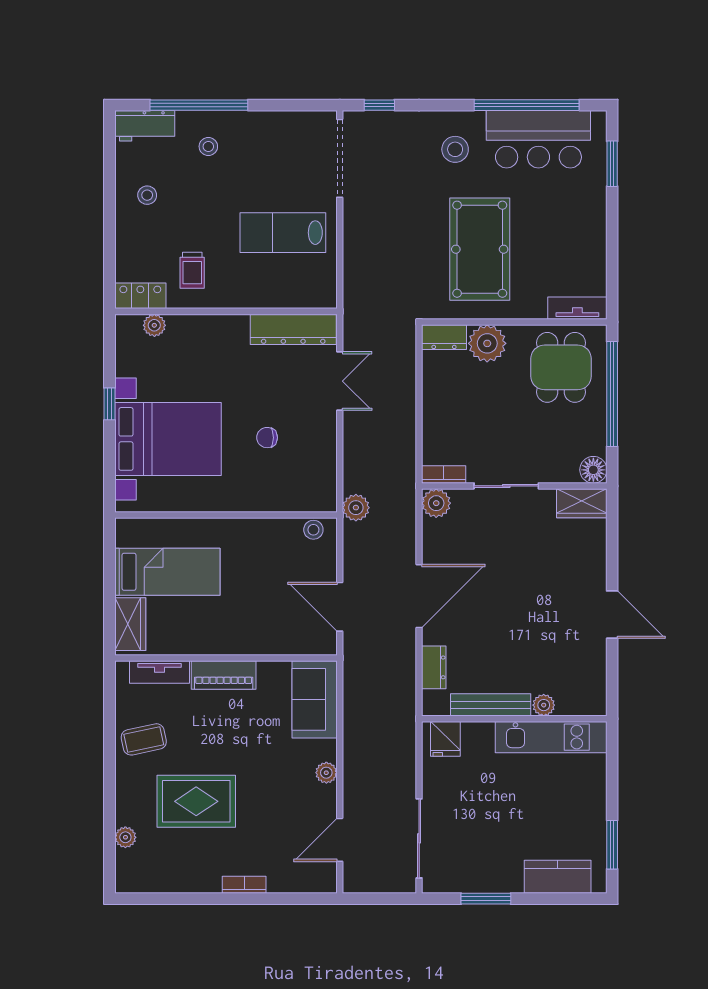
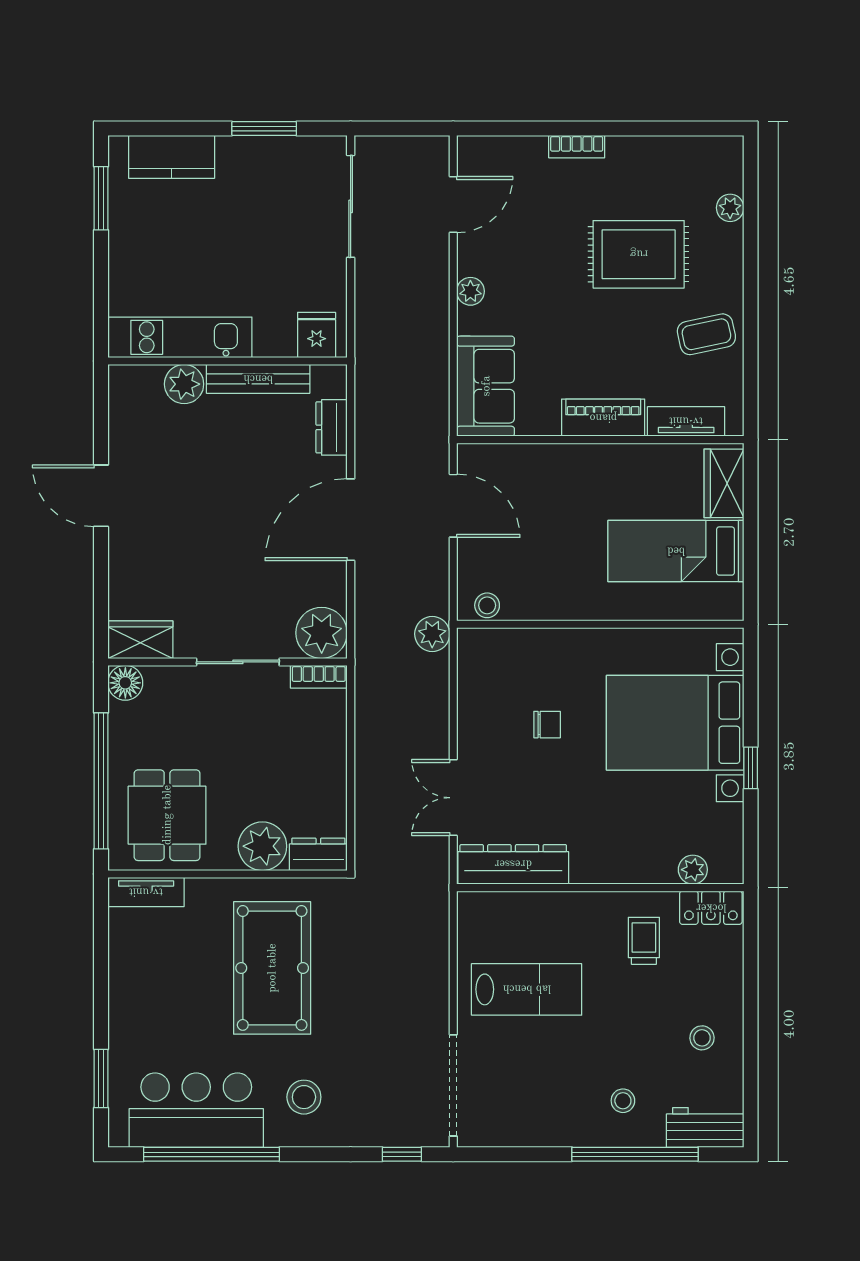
plant: (436, 503) -> (322, 633), width x1.36, depth x1.36
plant: (544, 705) -> (184, 384), width x1.38, depth x1.38

